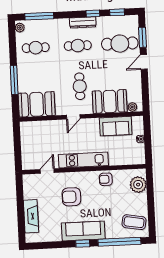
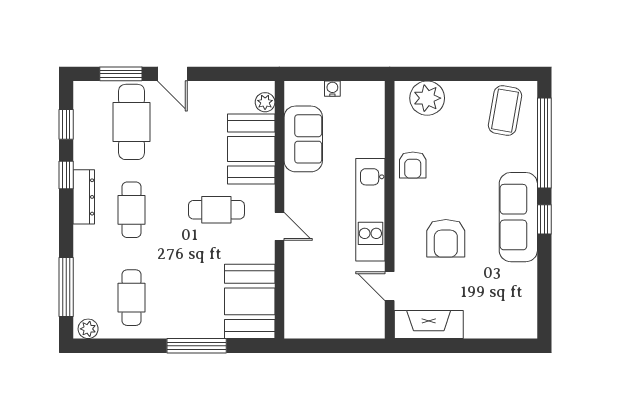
fireplace: (31, 216) -> (429, 325), moved

